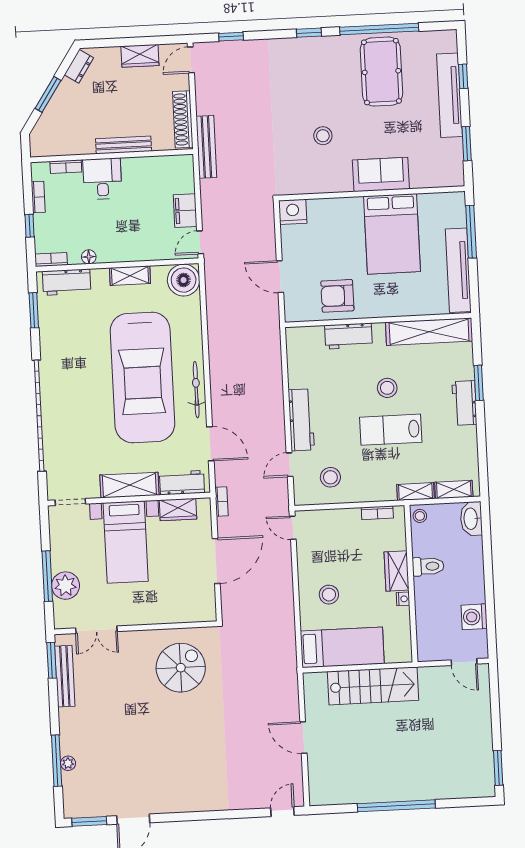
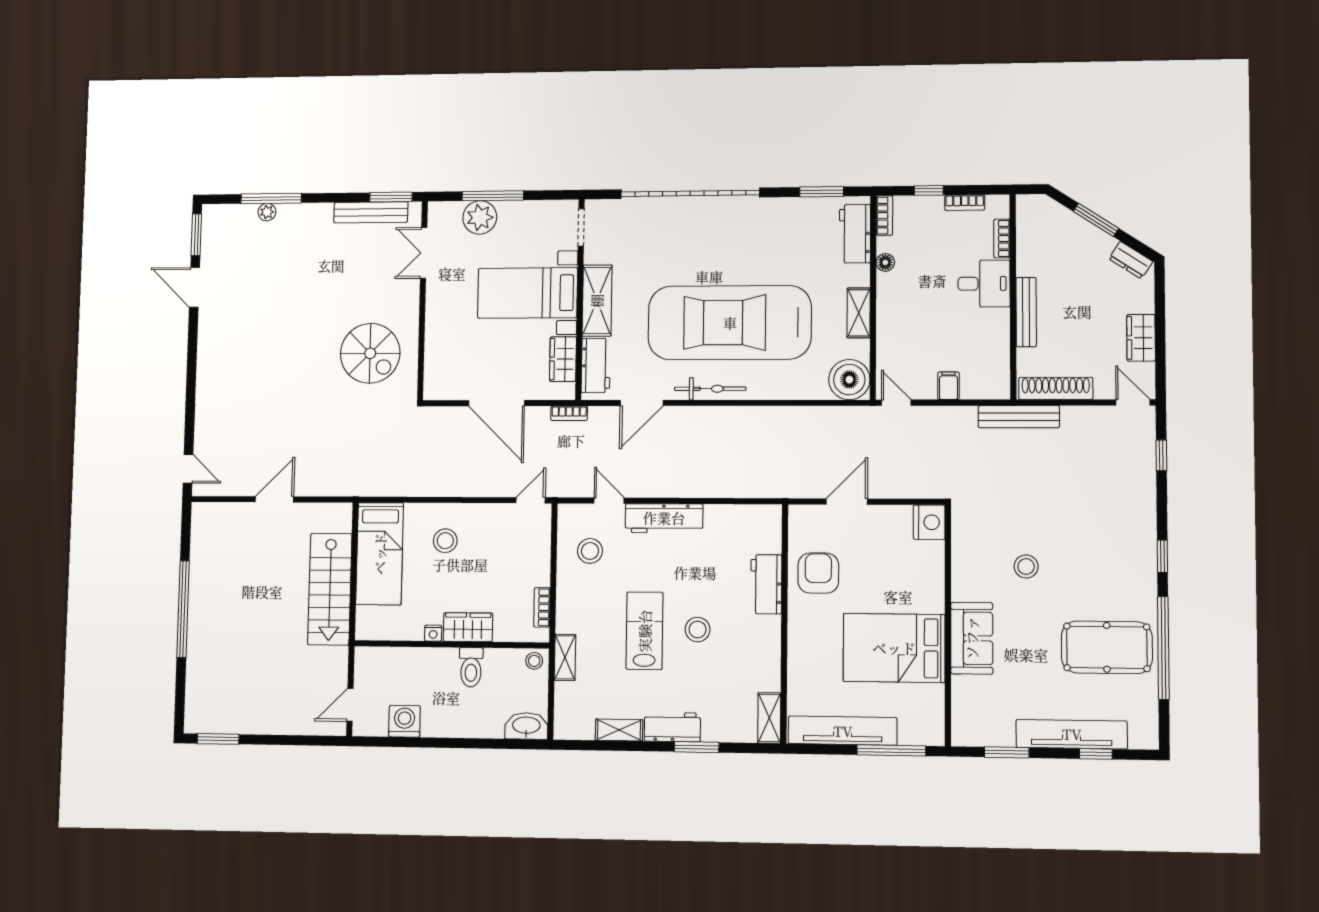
filing cabinet: (185, 211) -> (948, 386), width x0.50
shelving: (429, 332) -> (769, 718), width x0.45, depth x0.75
shelving: (454, 489) -> (619, 730), moved, turned 90

